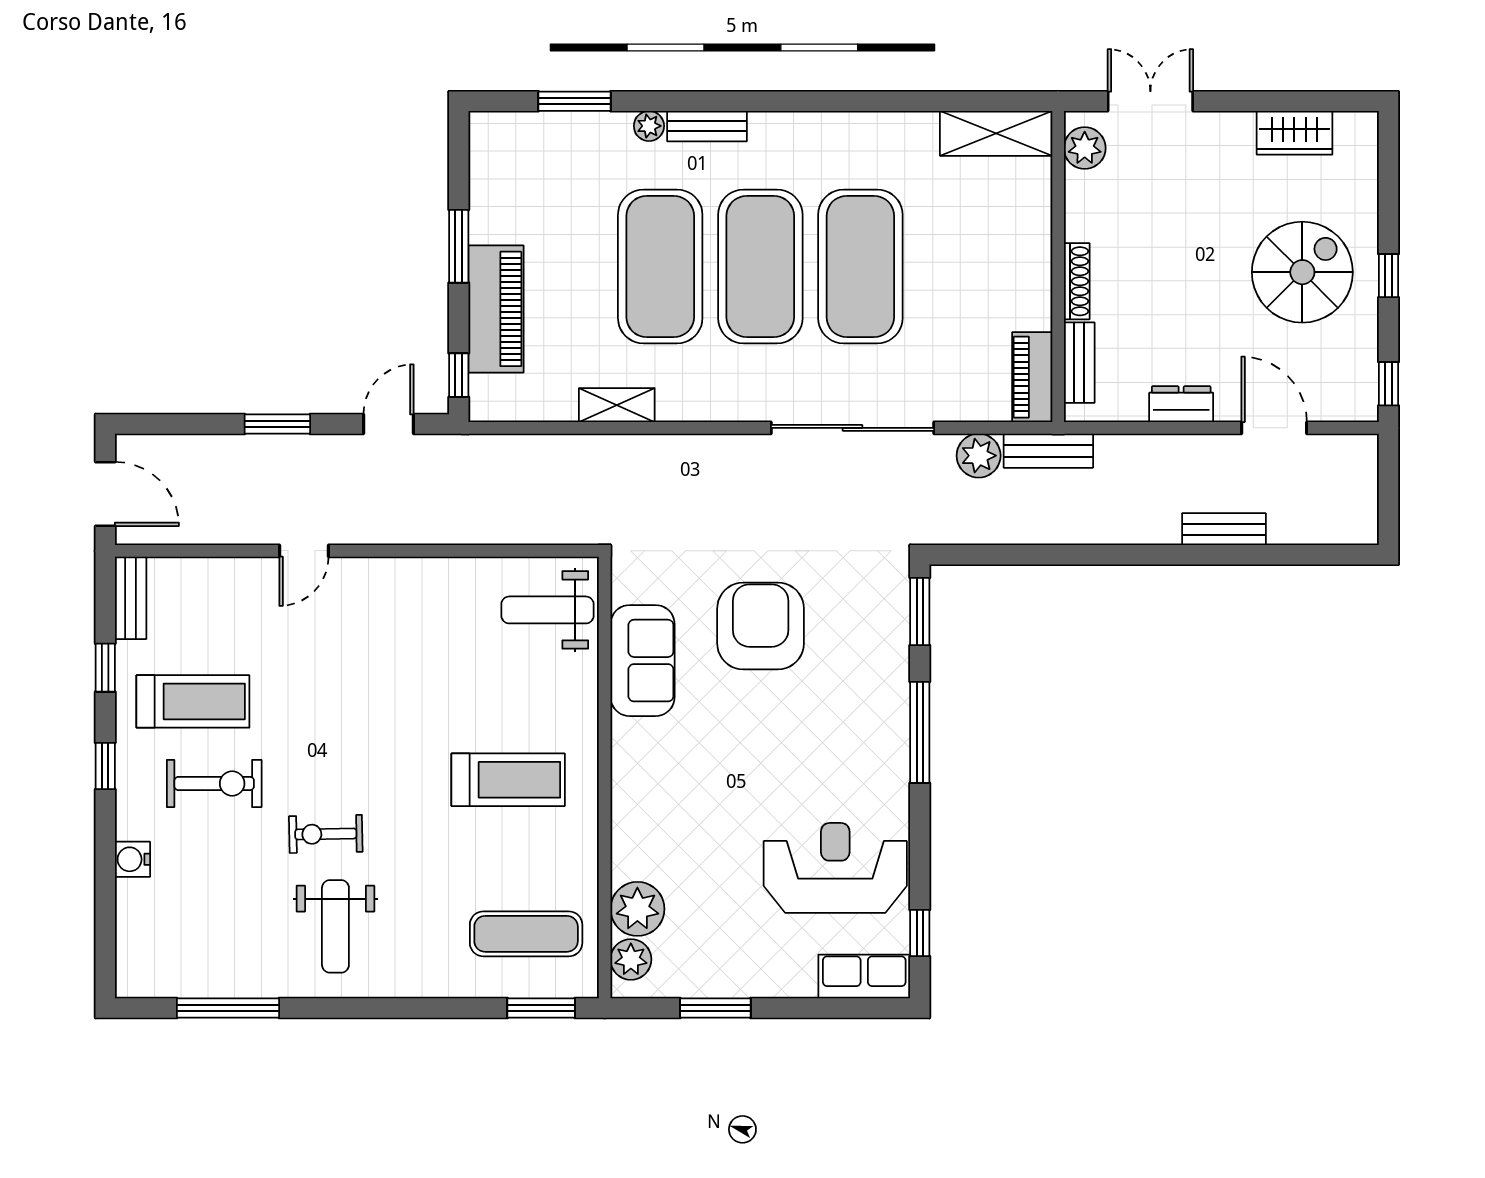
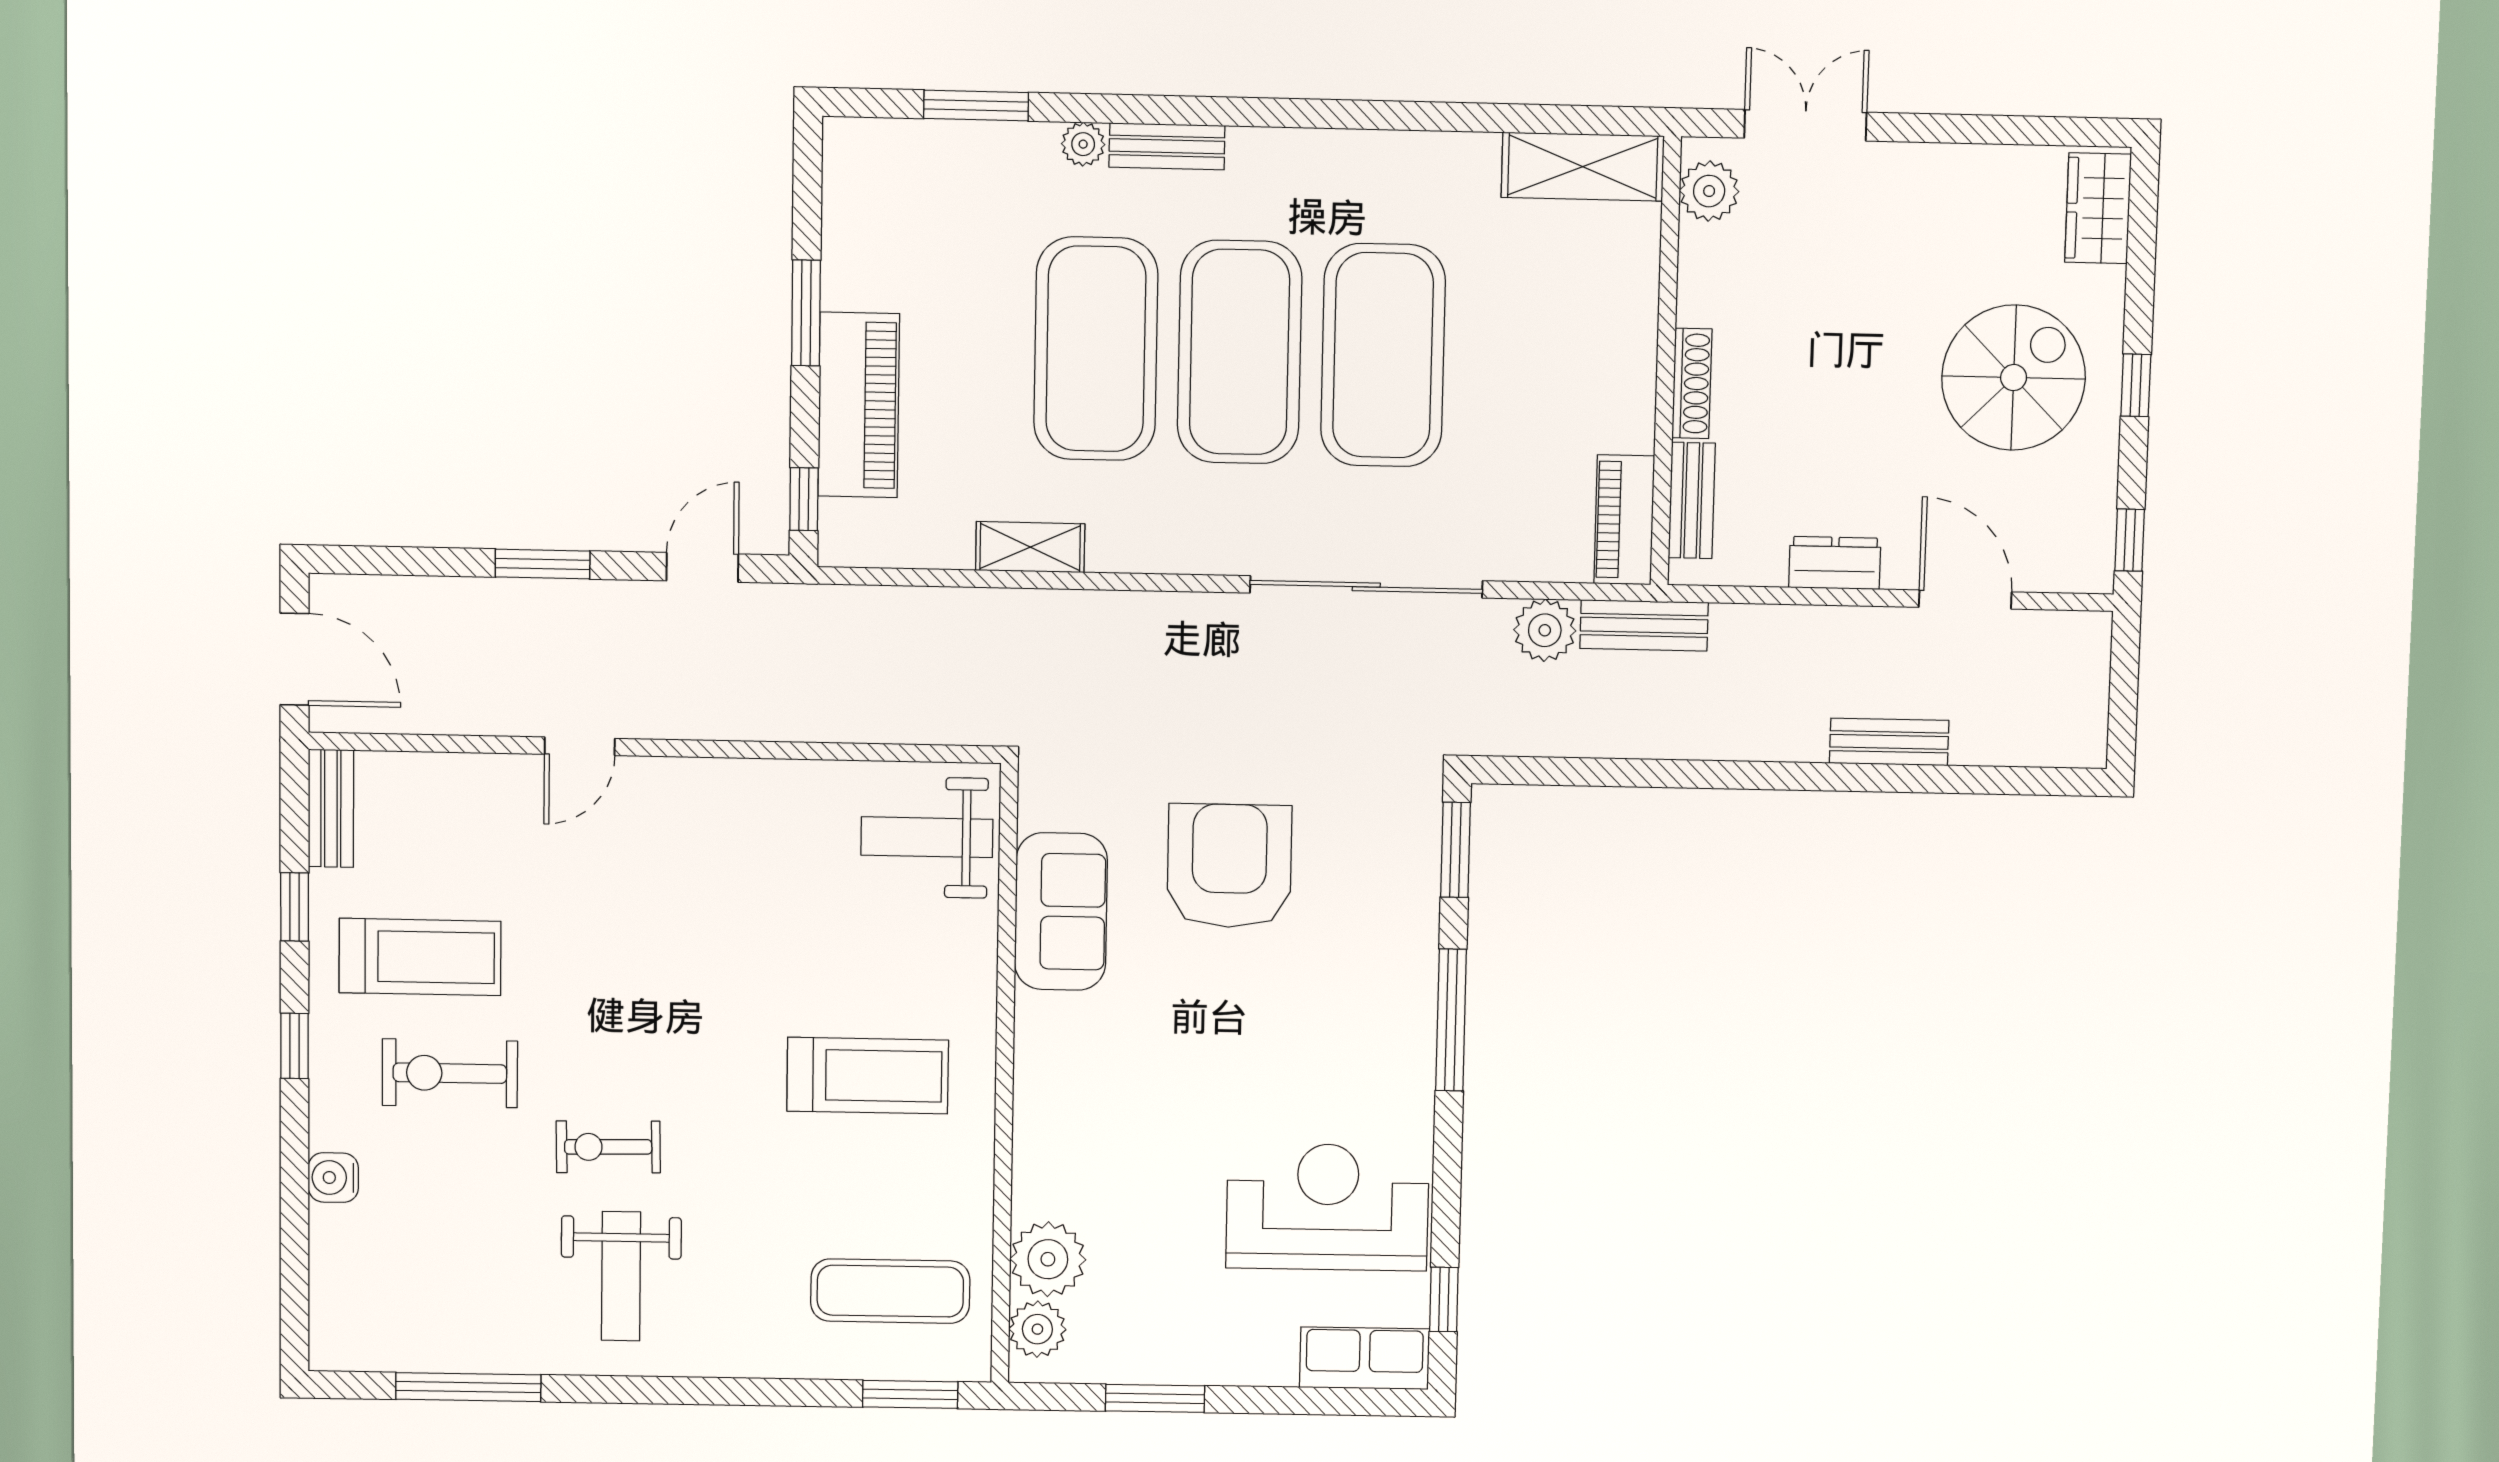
wardrobe: (1294, 133) -> (2098, 208), moved, turned 90
exercise bike: (214, 783) -> (450, 1073), turned 180

